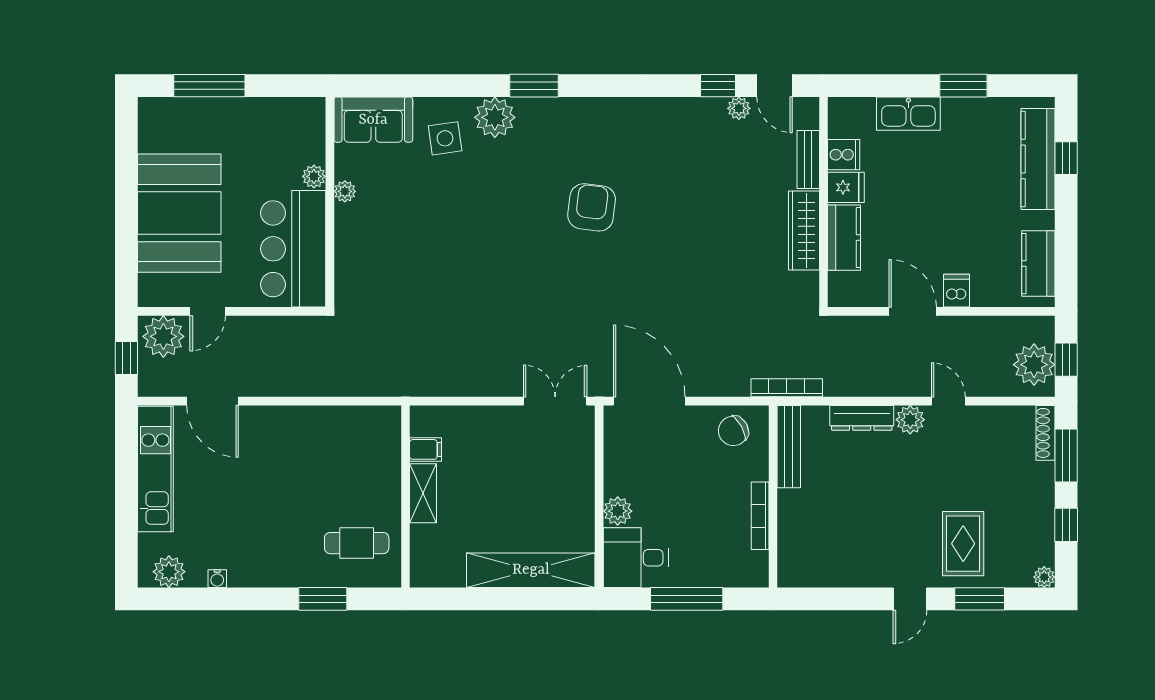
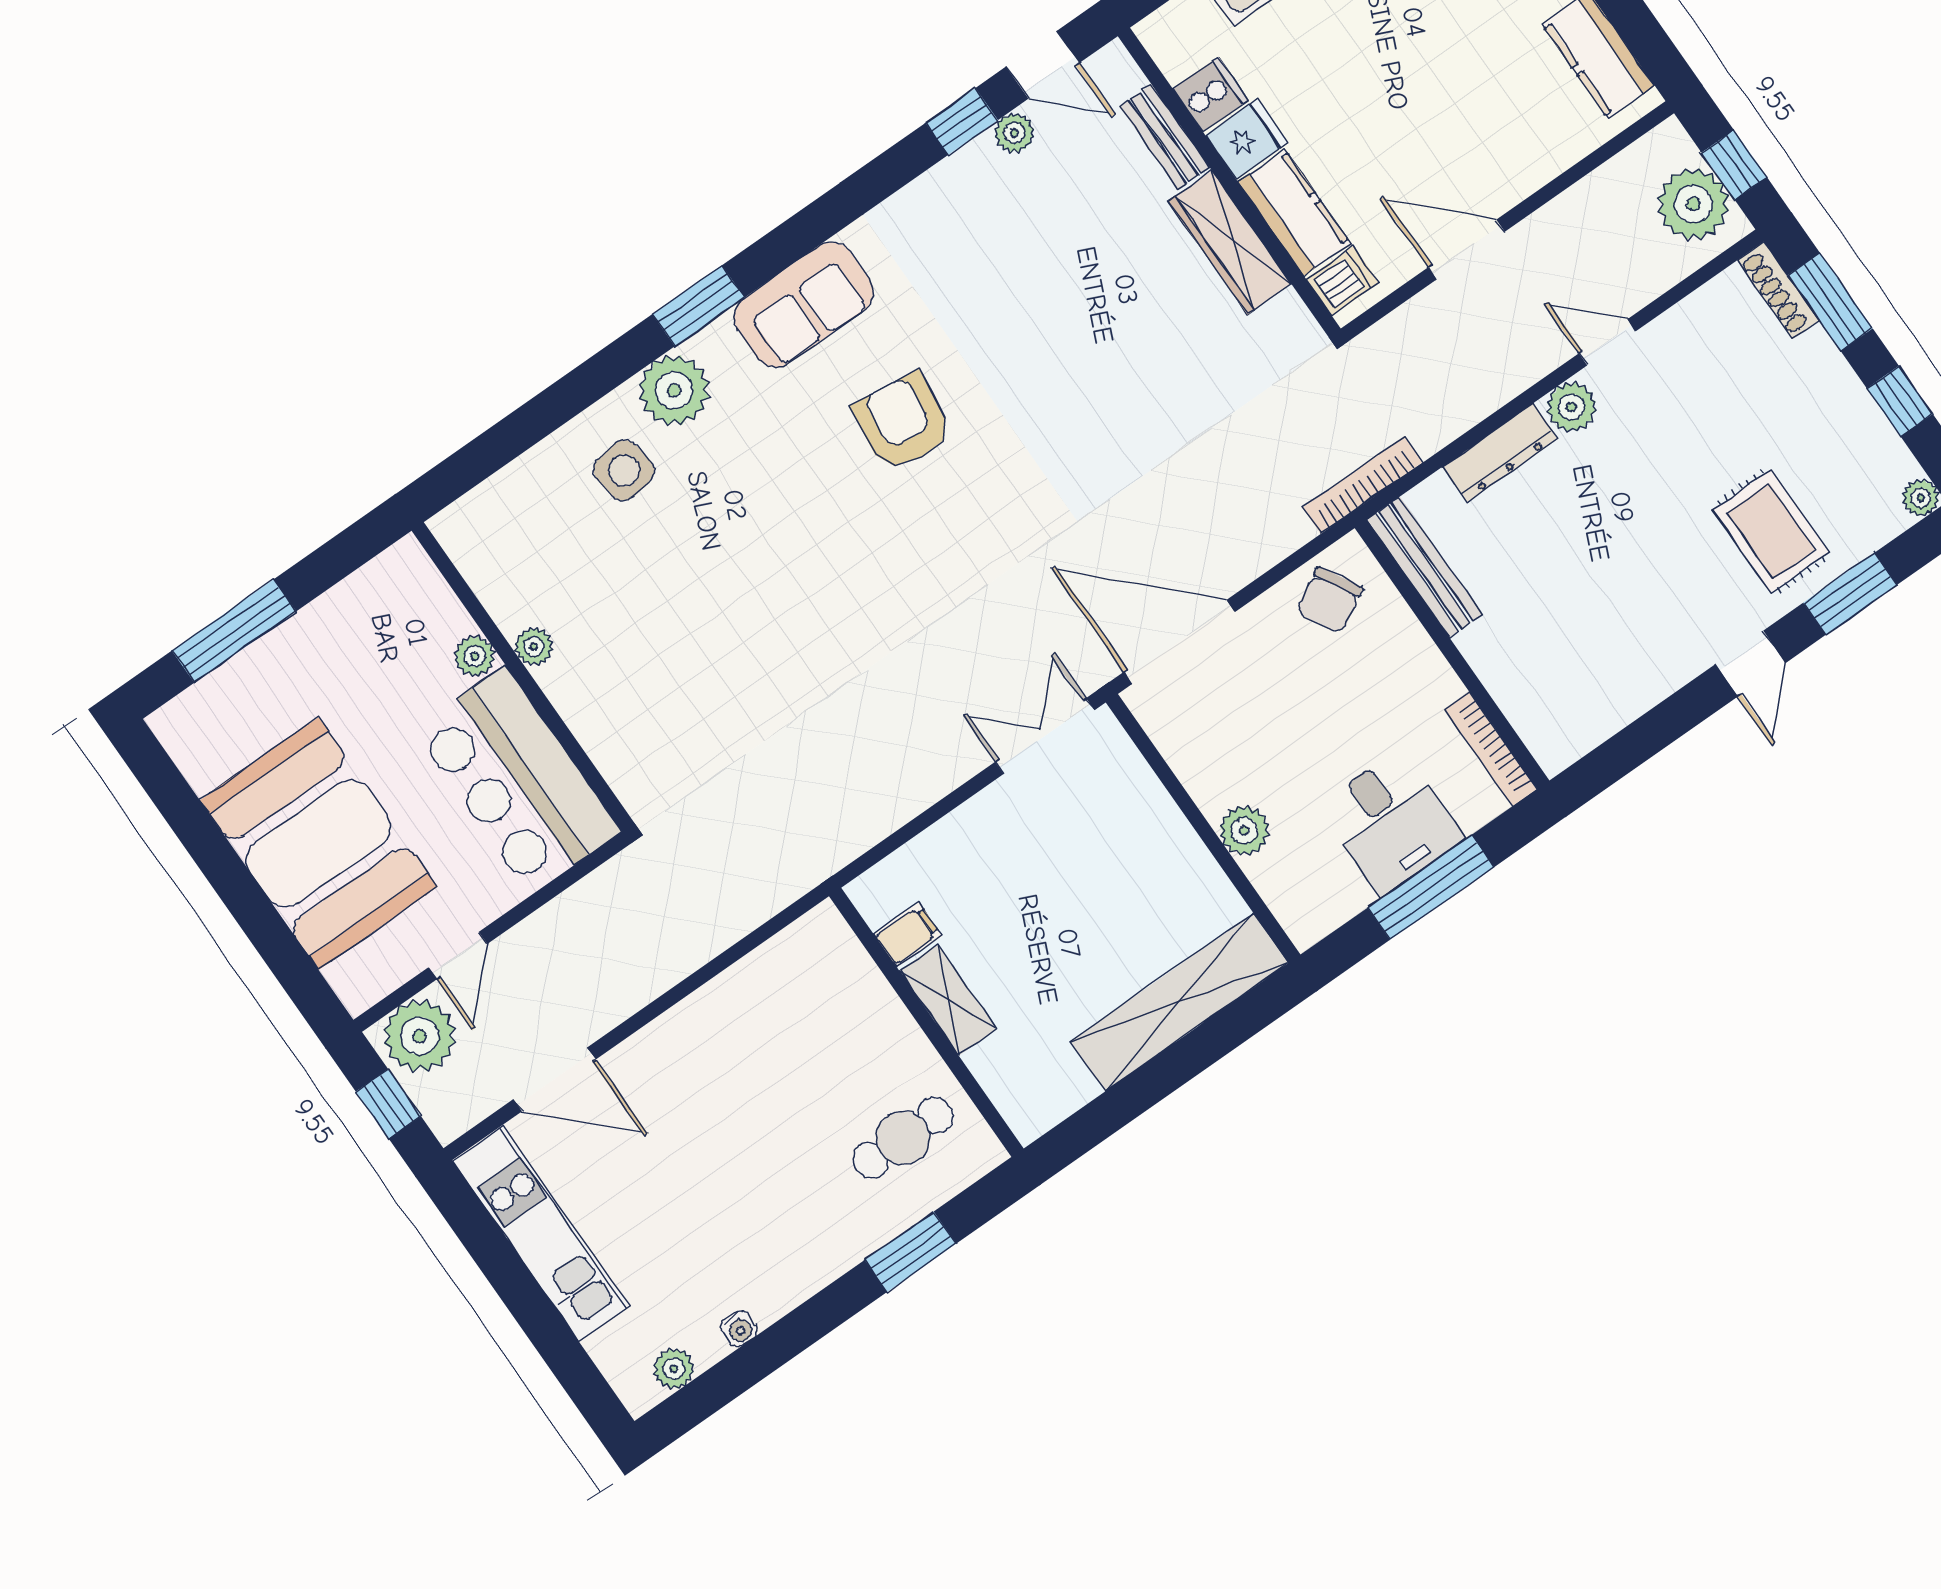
sofa: (373, 120) -> (804, 305), moved
dishwasher: (956, 291) -> (1343, 281), moved, turned 90
bookcase: (760, 516) -> (1491, 749), moved
desk: (636, 558) -> (1391, 822), moved, turned -90
plant: (169, 572) -> (674, 1369), width x0.73, depth x0.73

